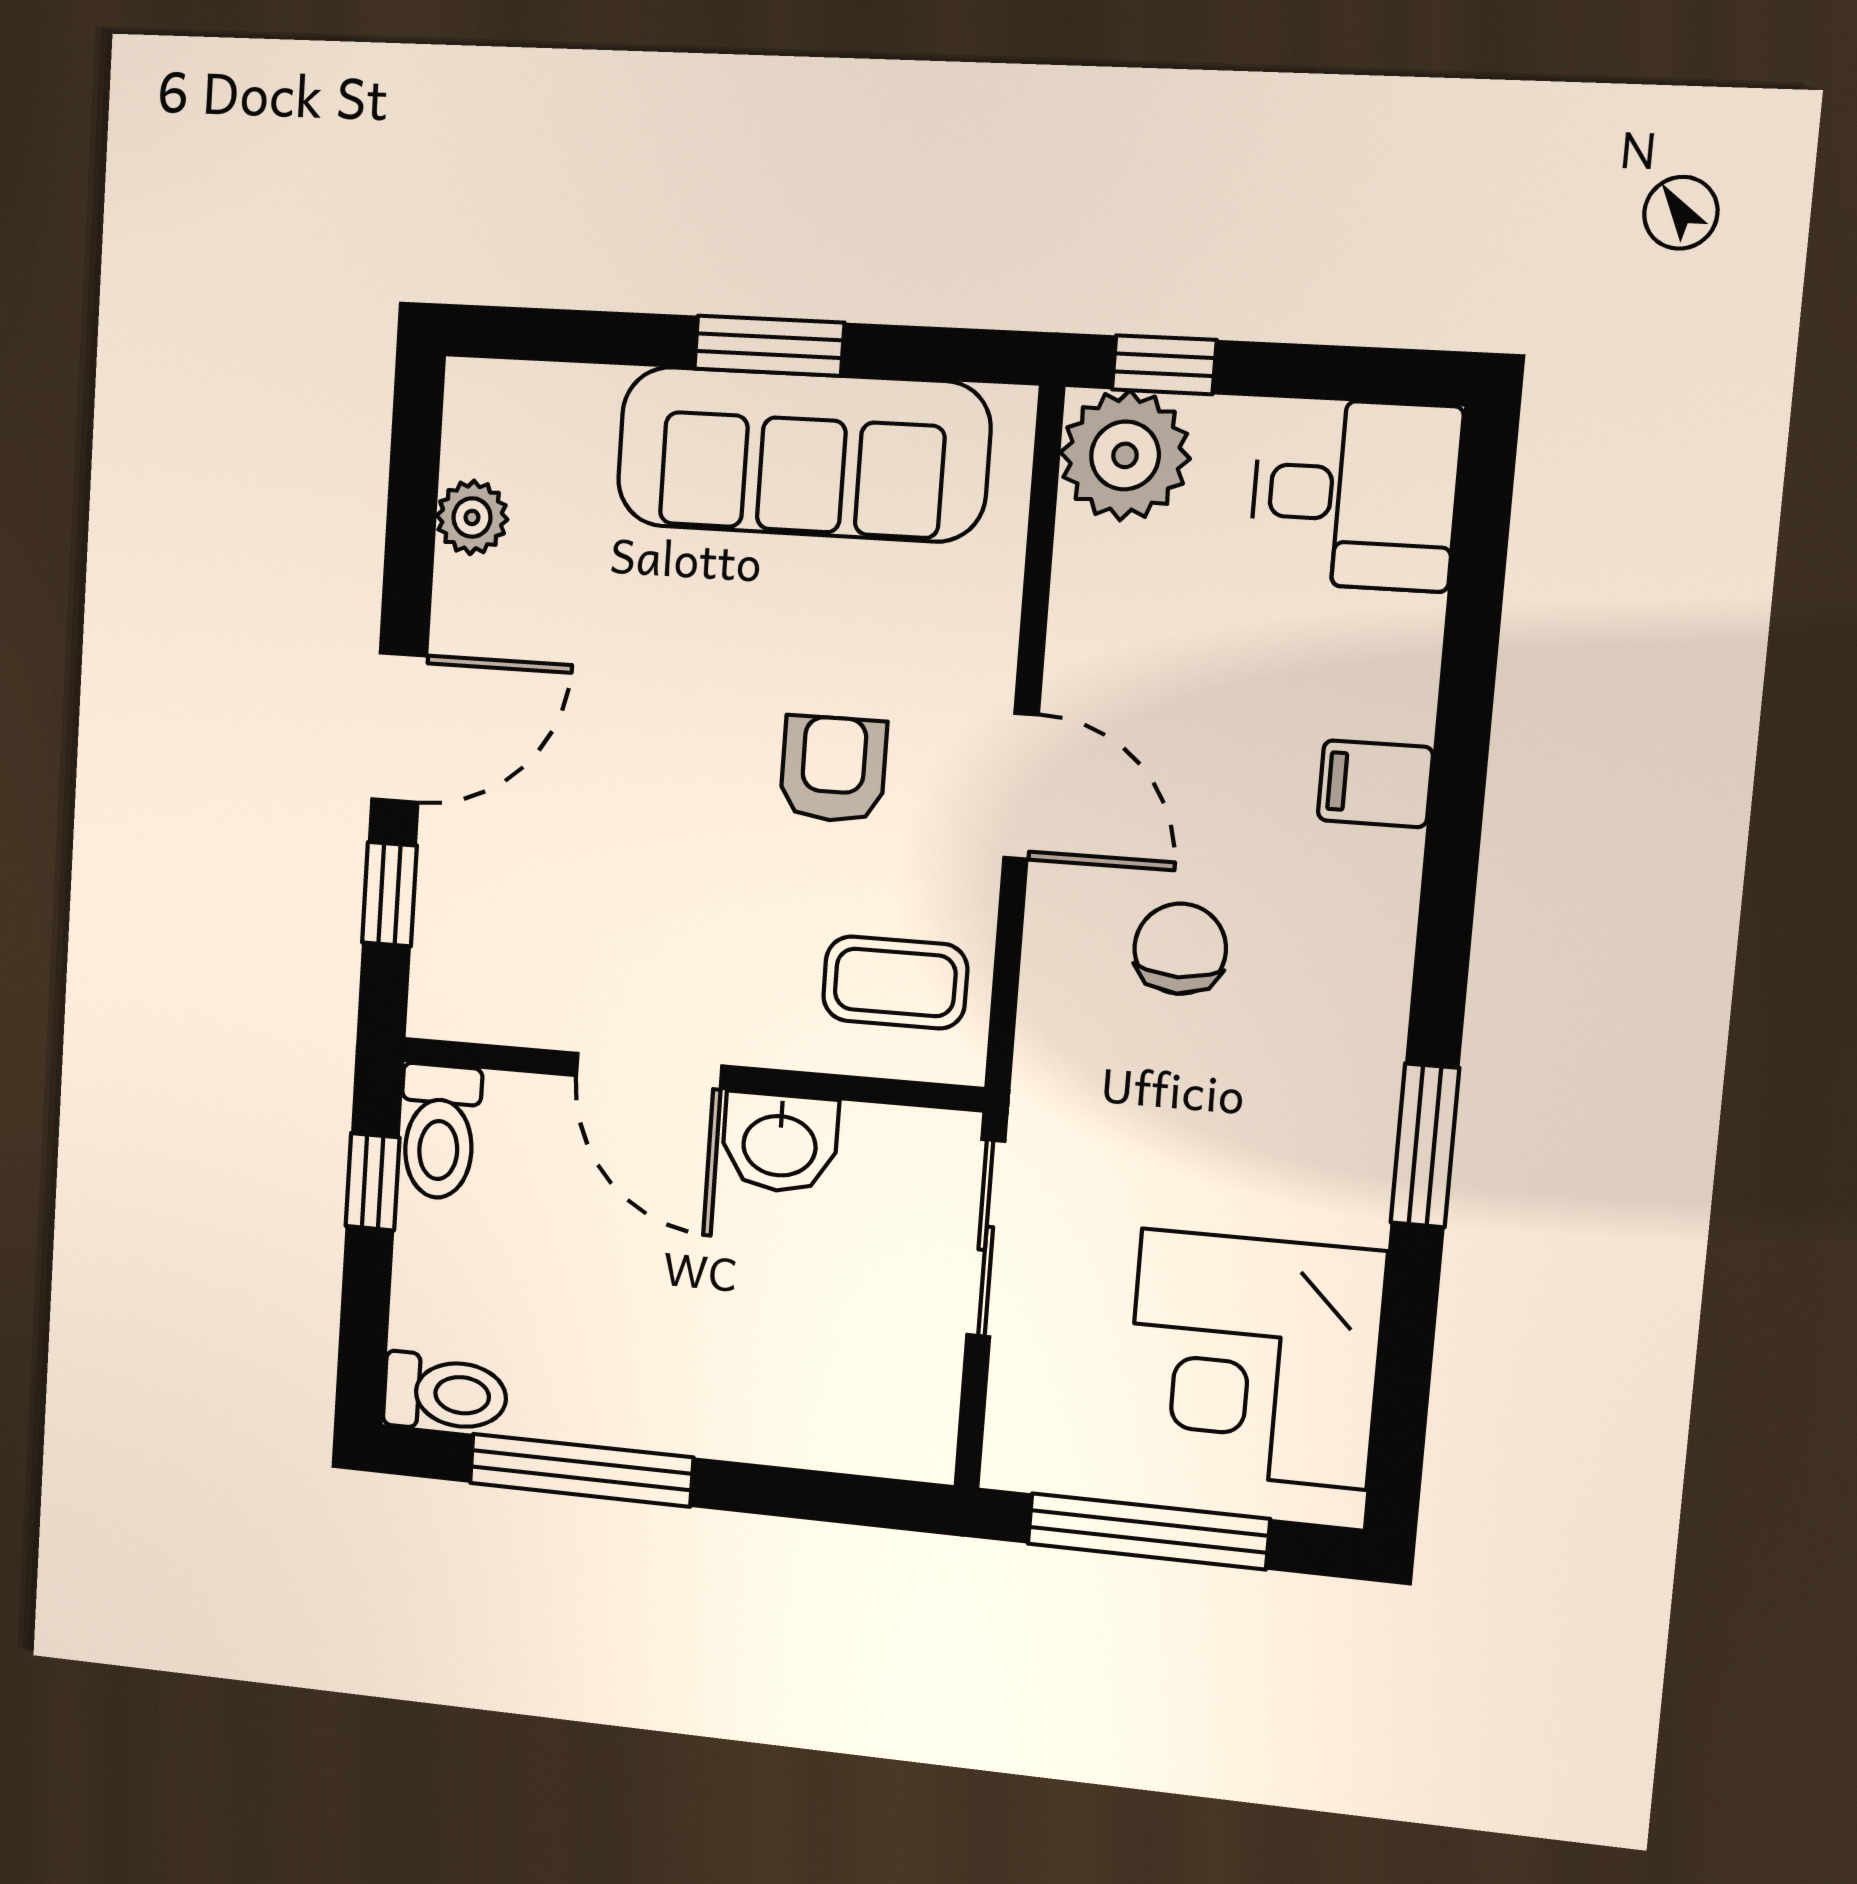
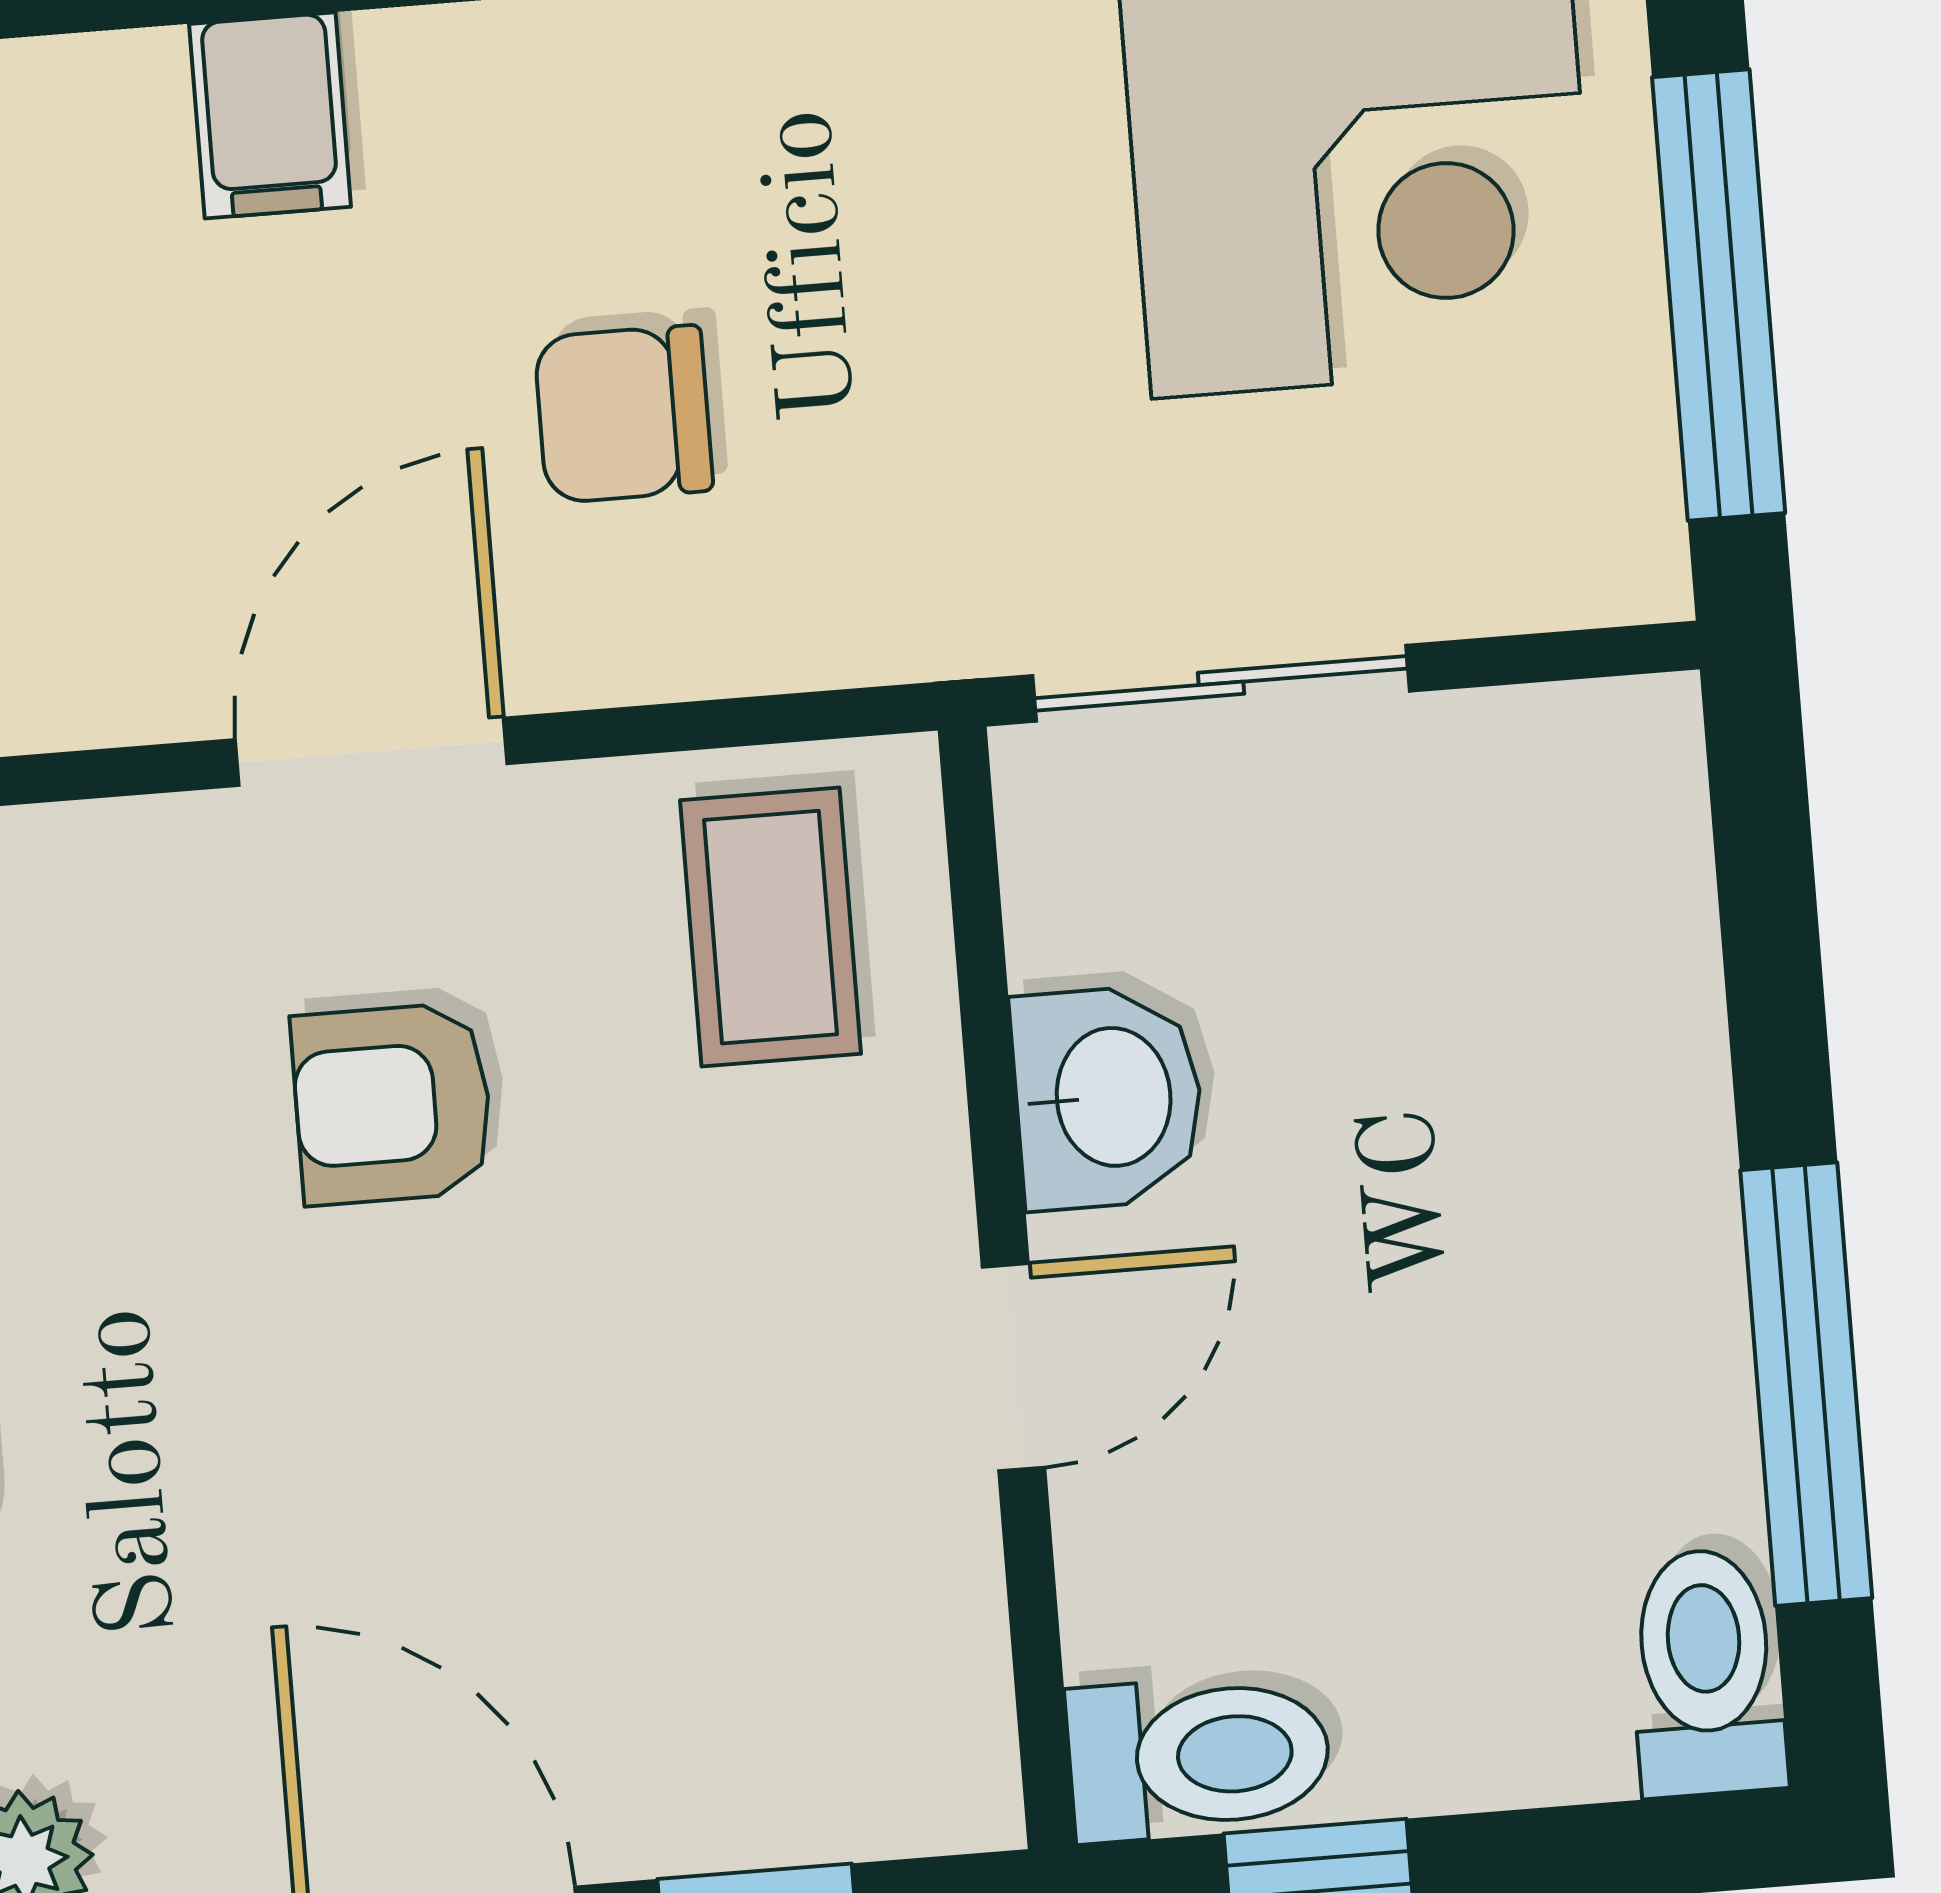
door: (649, 1071) -> (1014, 1367), width x0.73

